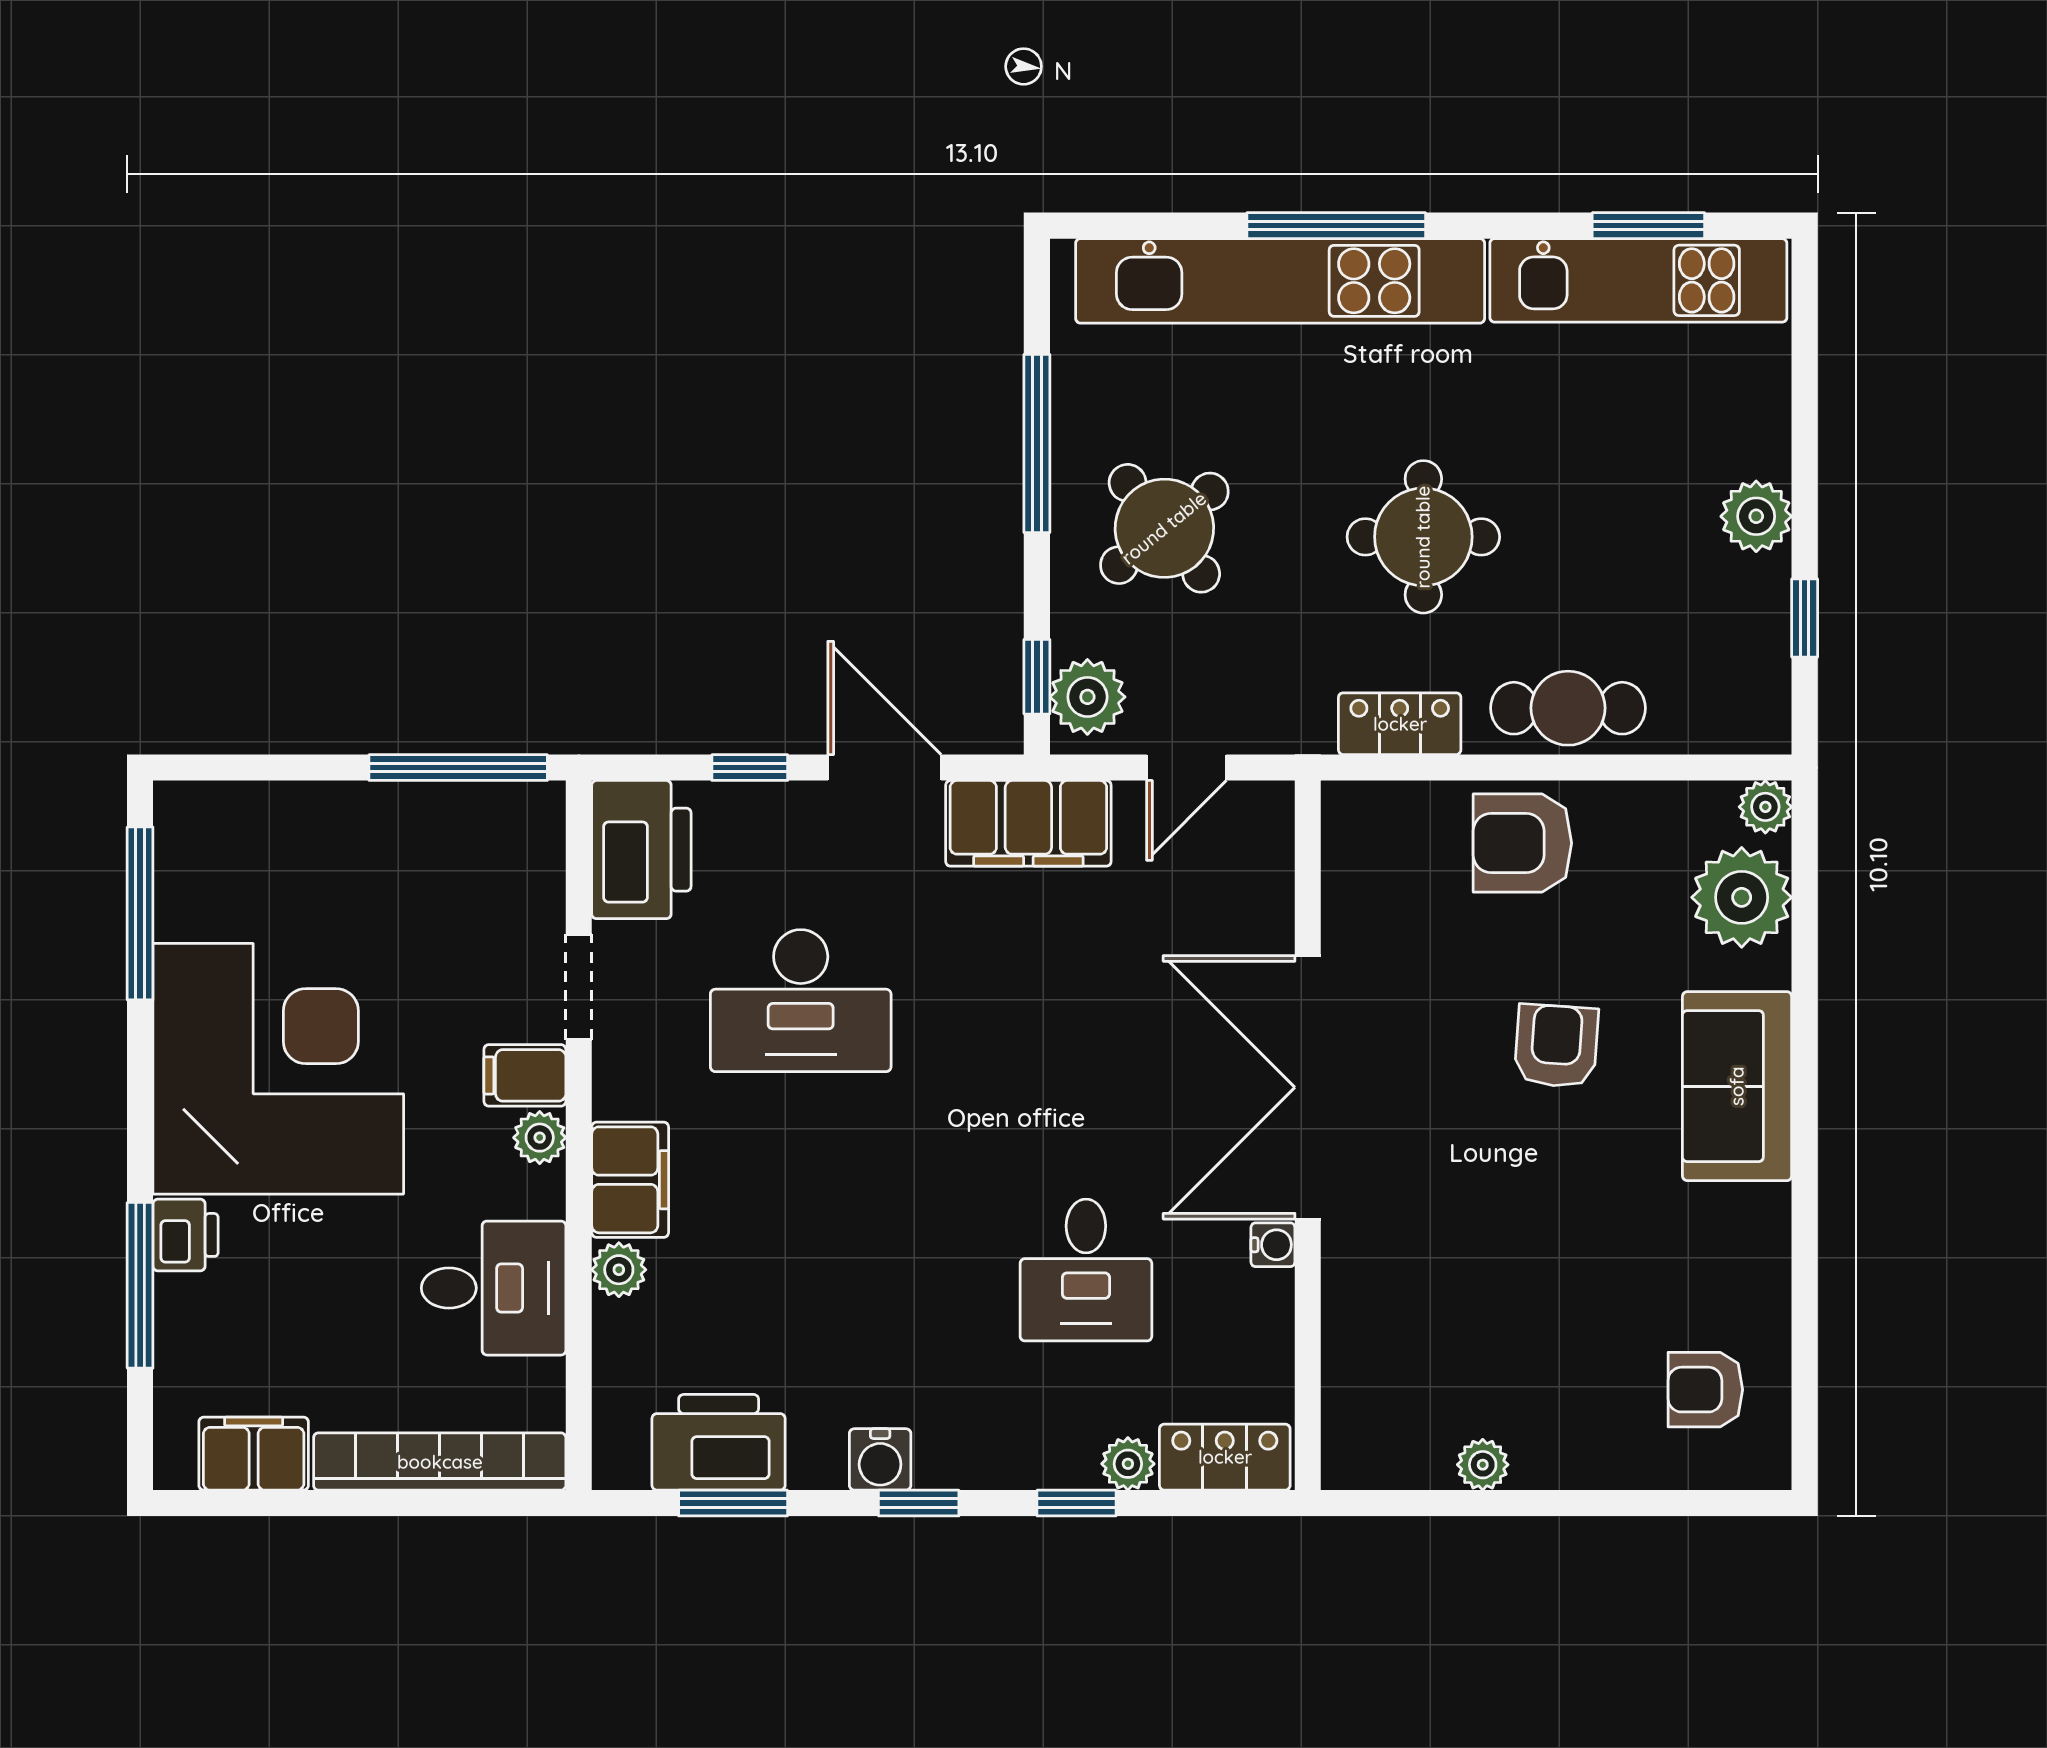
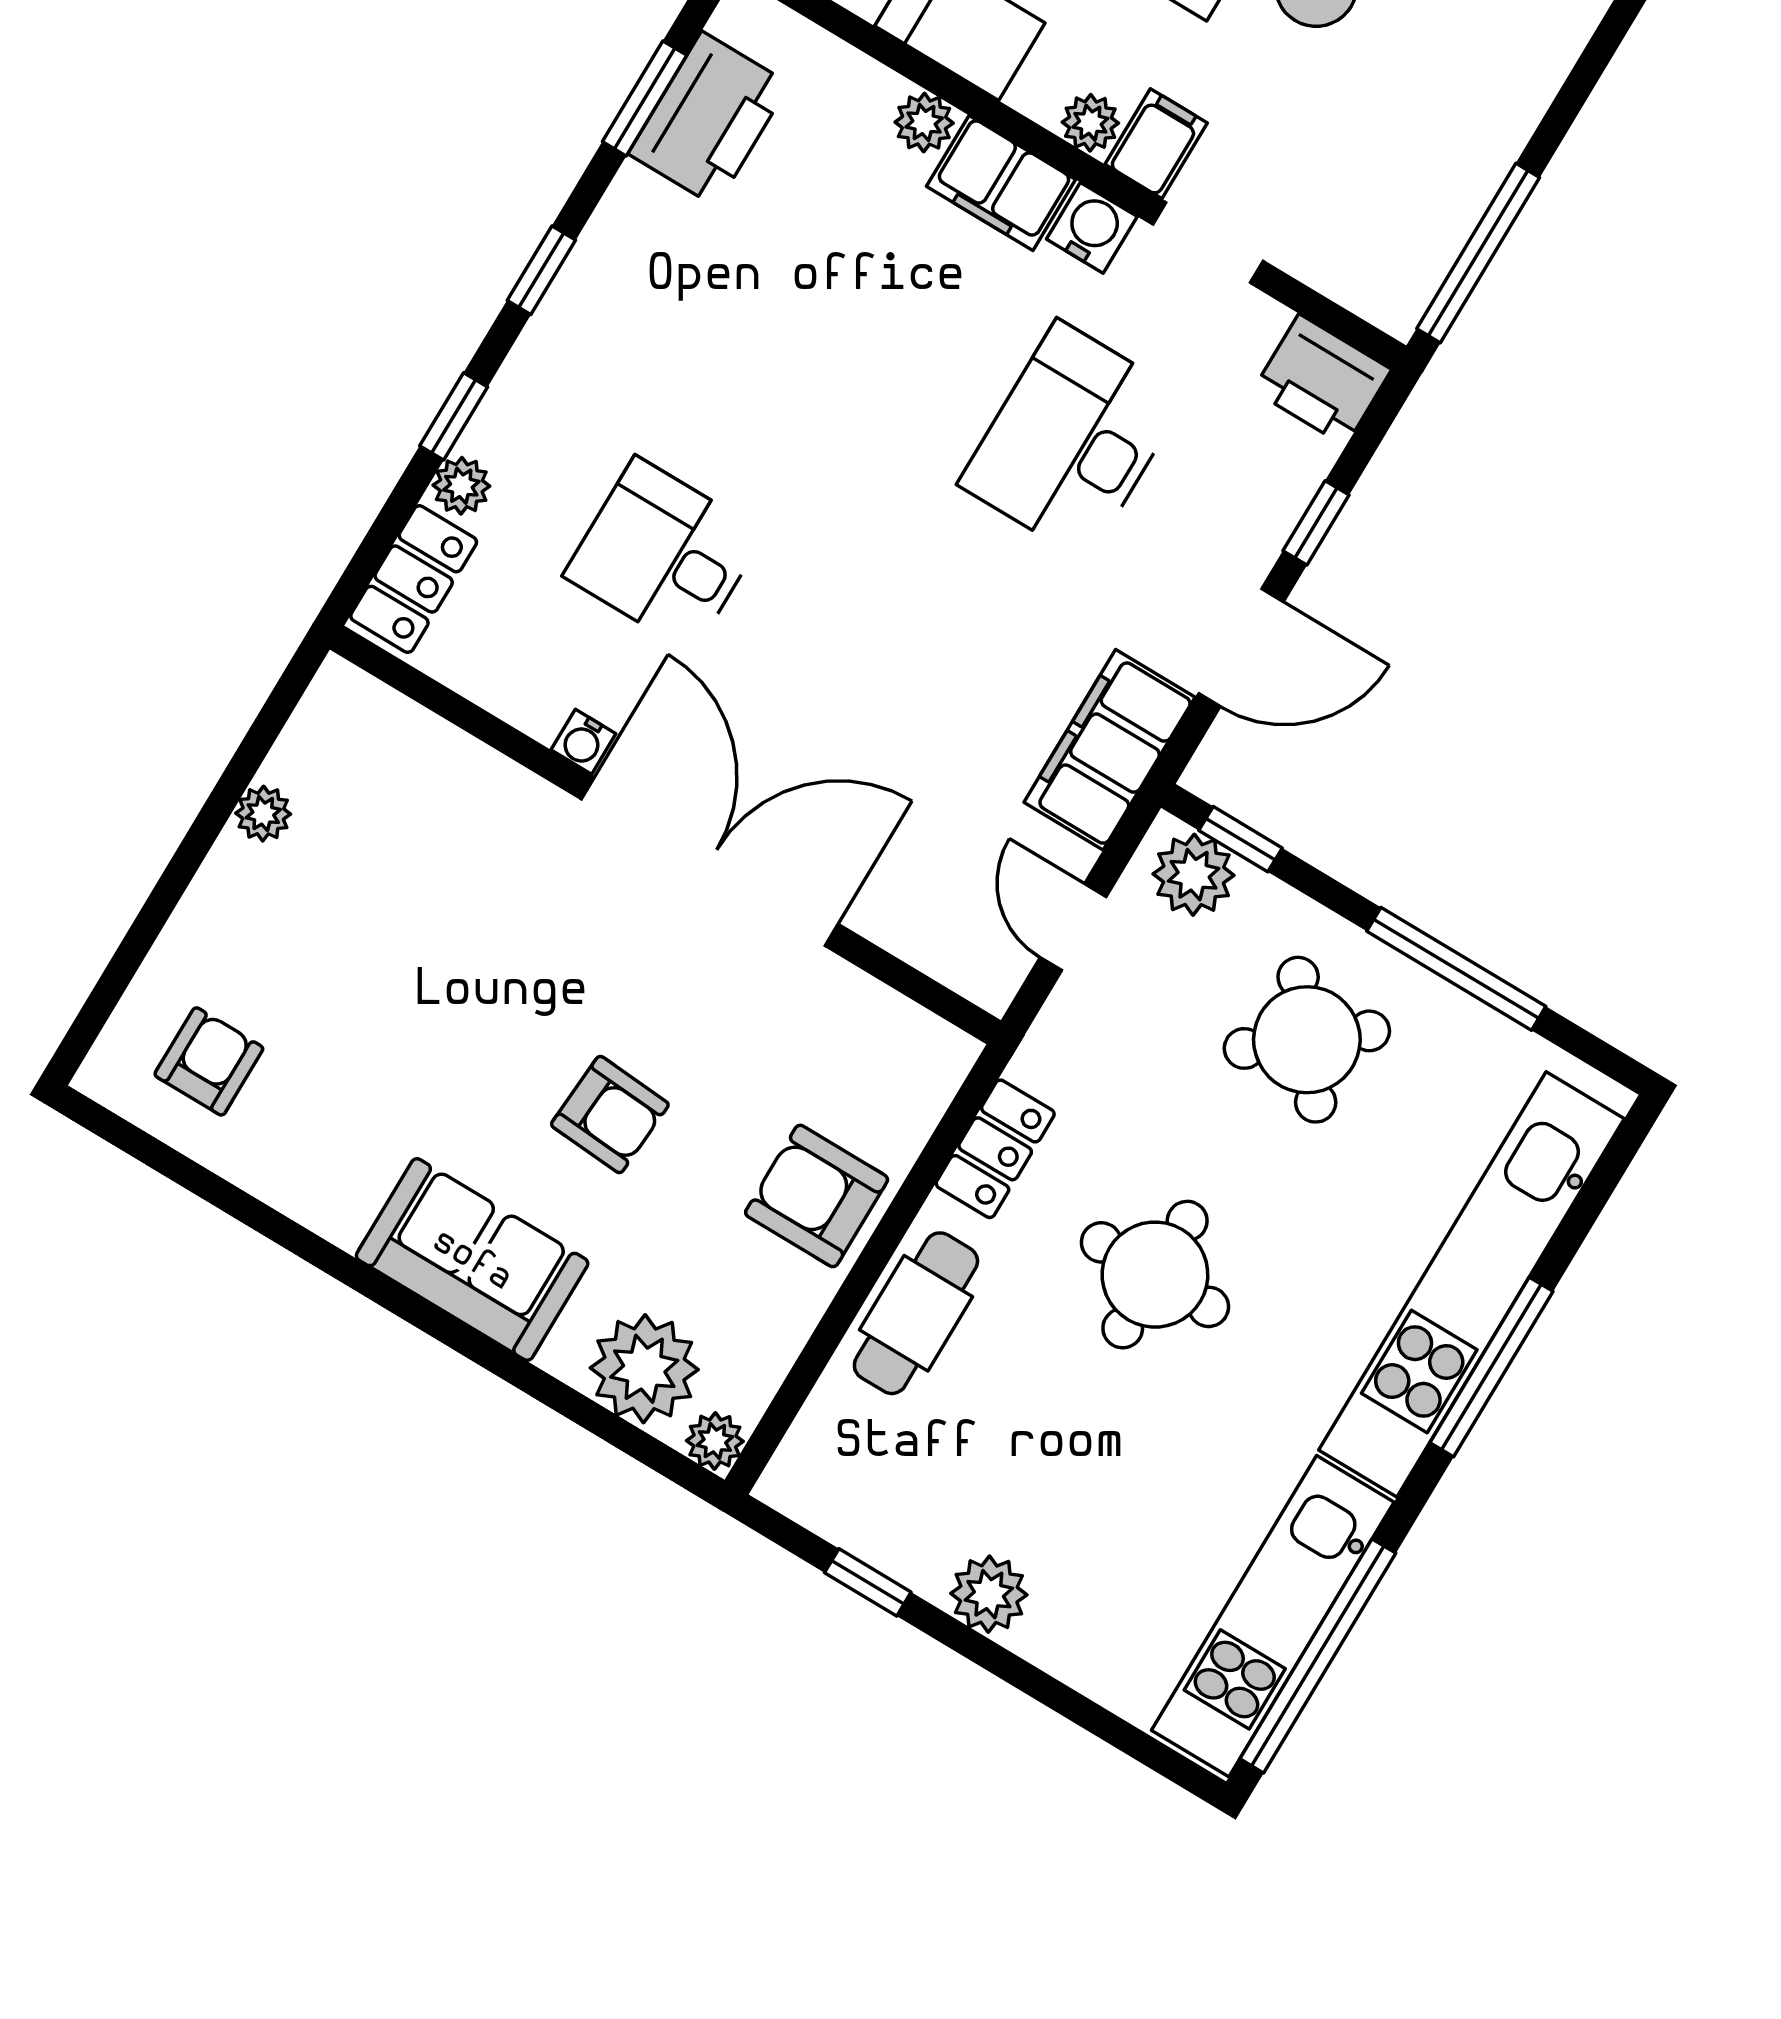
window: (1648, 226) -> (1318, 1656), width x2.11
armchair: (1522, 843) -> (817, 1196), turned -90
printer: (641, 850) -> (1322, 380), width x0.73, depth x0.84
water cooler: (880, 1459) -> (1092, 228), moved, turned 90

